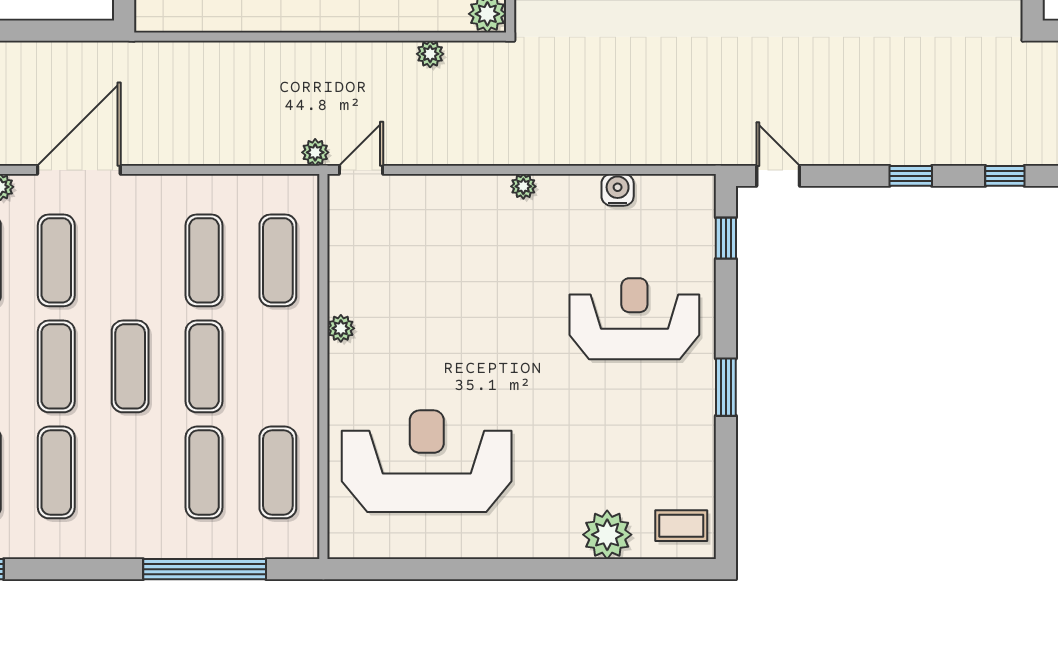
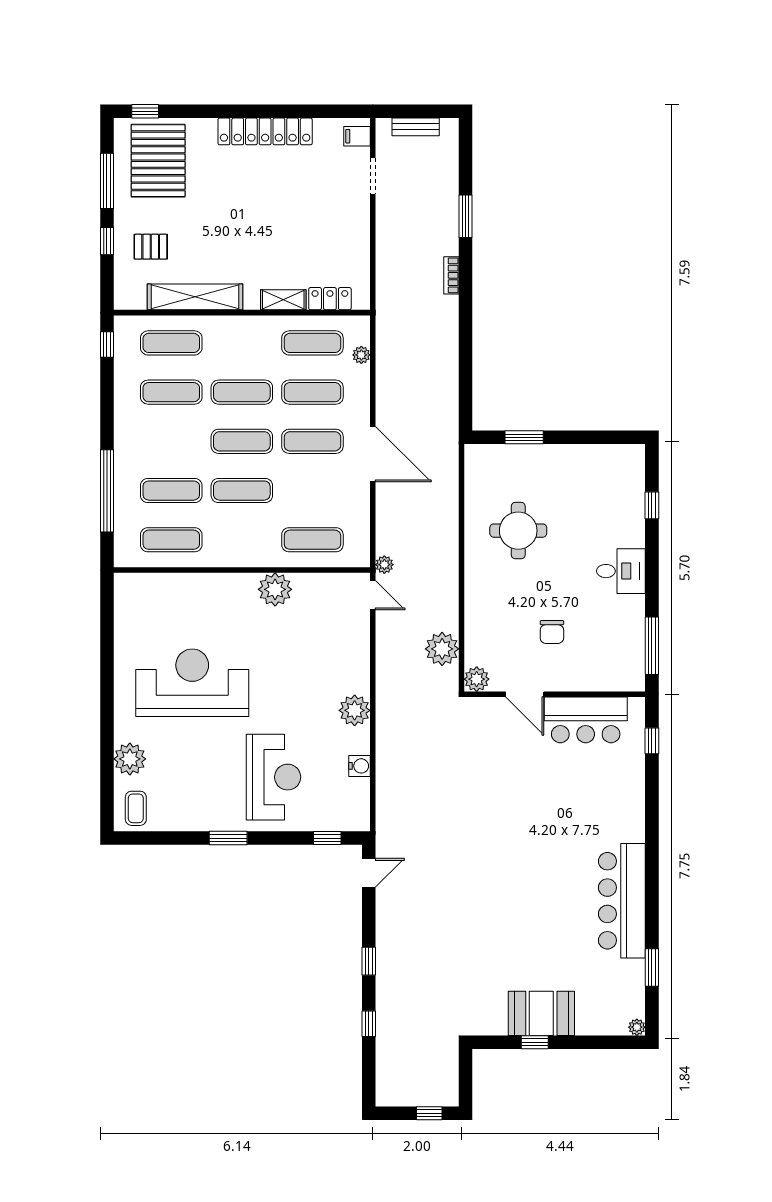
plant: (430, 54) -> (442, 649), width x1.87, depth x1.87
door: (79, 170) -> (373, 454), moved
plant: (523, 186) -> (355, 710), width x1.87, depth x1.87
exercise mat: (204, 260) -> (312, 441), moved
plant: (341, 328) -> (275, 589), width x1.87, depth x1.87
reception desk: (427, 461) -> (192, 683), moved, turned -90

